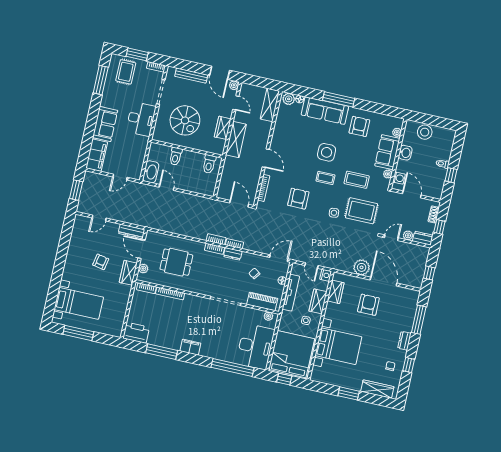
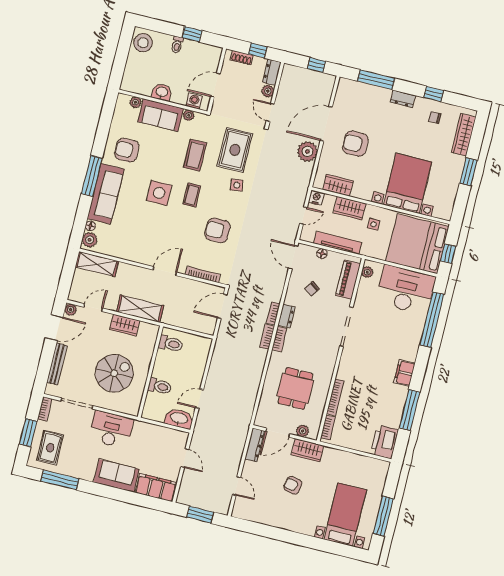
rug: (126, 72) -> (50, 448), turned 90
stool: (425, 132) -> (143, 43), moved

